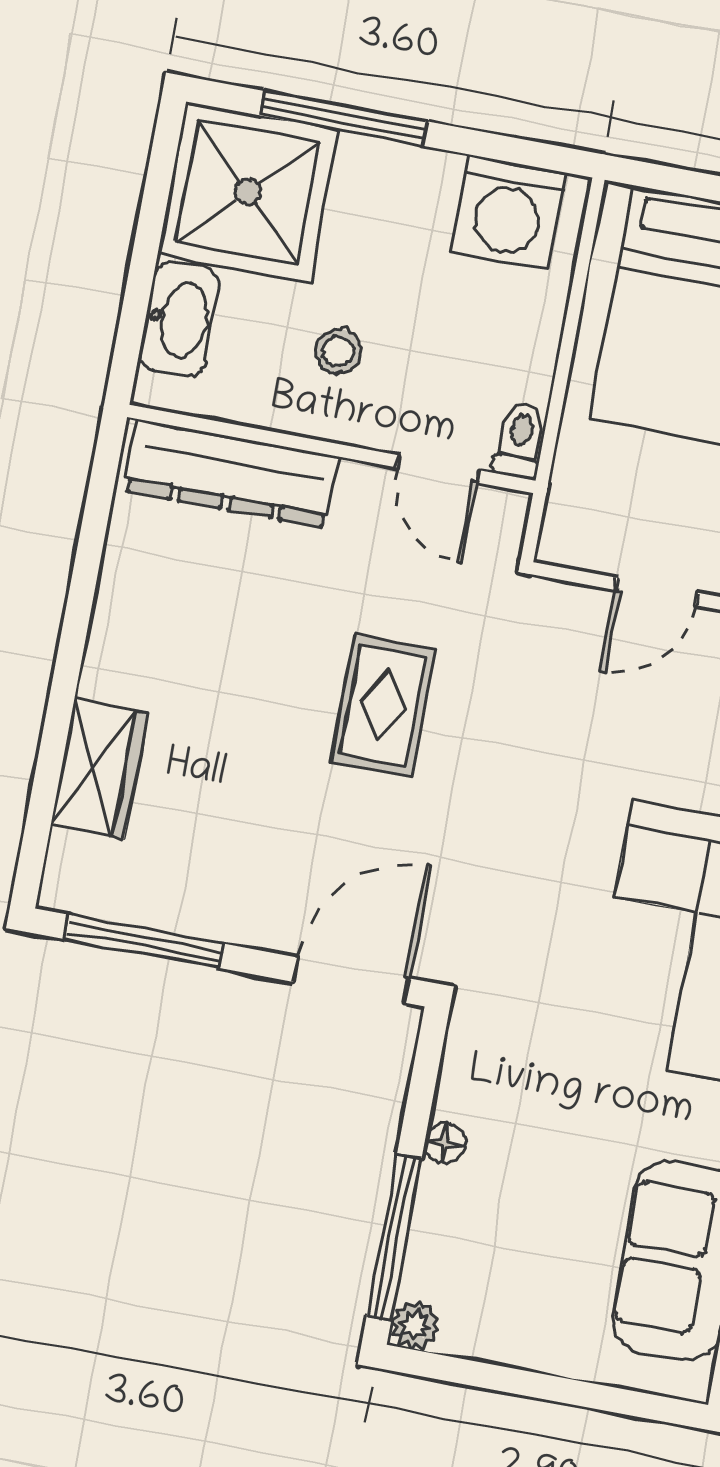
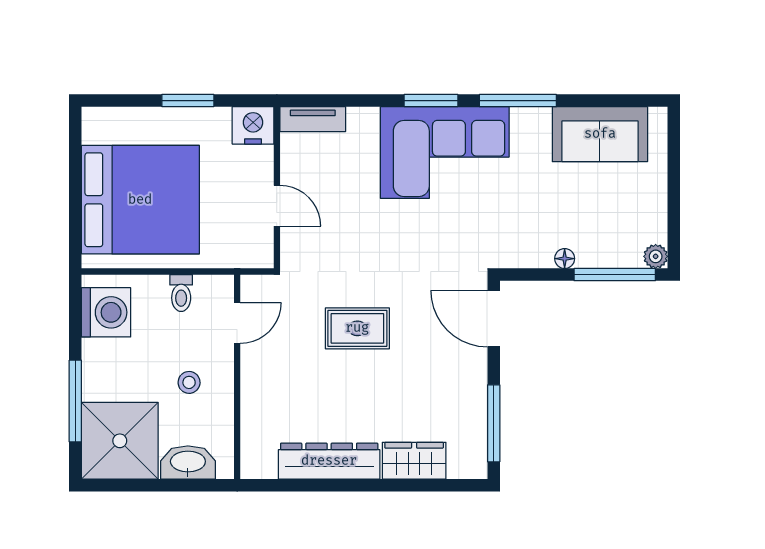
toilet: (520, 440) -> (181, 293), moved, turned -90
dresser: (231, 474) -> (329, 461), moved, turned -90

